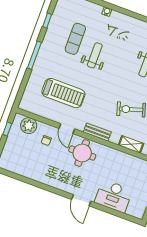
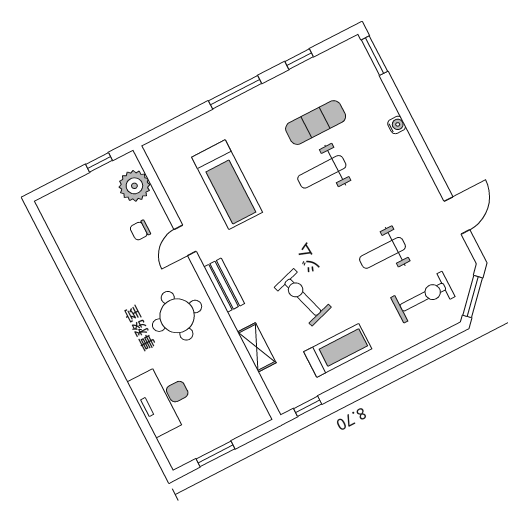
weight bench: (95, 55) -> (322, 172), turned 180
round table: (82, 153) -> (177, 316), moved
door: (81, 200) -> (112, 362), removed

